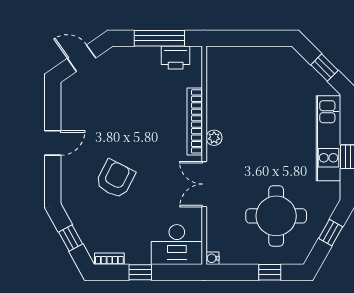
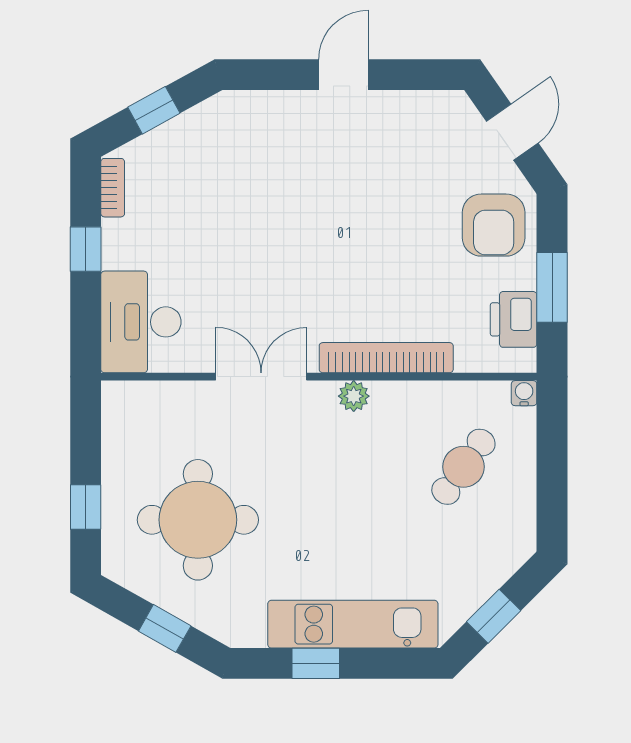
window: (159, 38) -> (552, 287), width x0.69
cafe table: (250, 83) -> (463, 467), added
door: (53, 143) -> (343, 75), swing flipped
armchair: (115, 179) -> (494, 225), moved, turned 63
water cooler: (213, 258) -> (524, 393), moved

